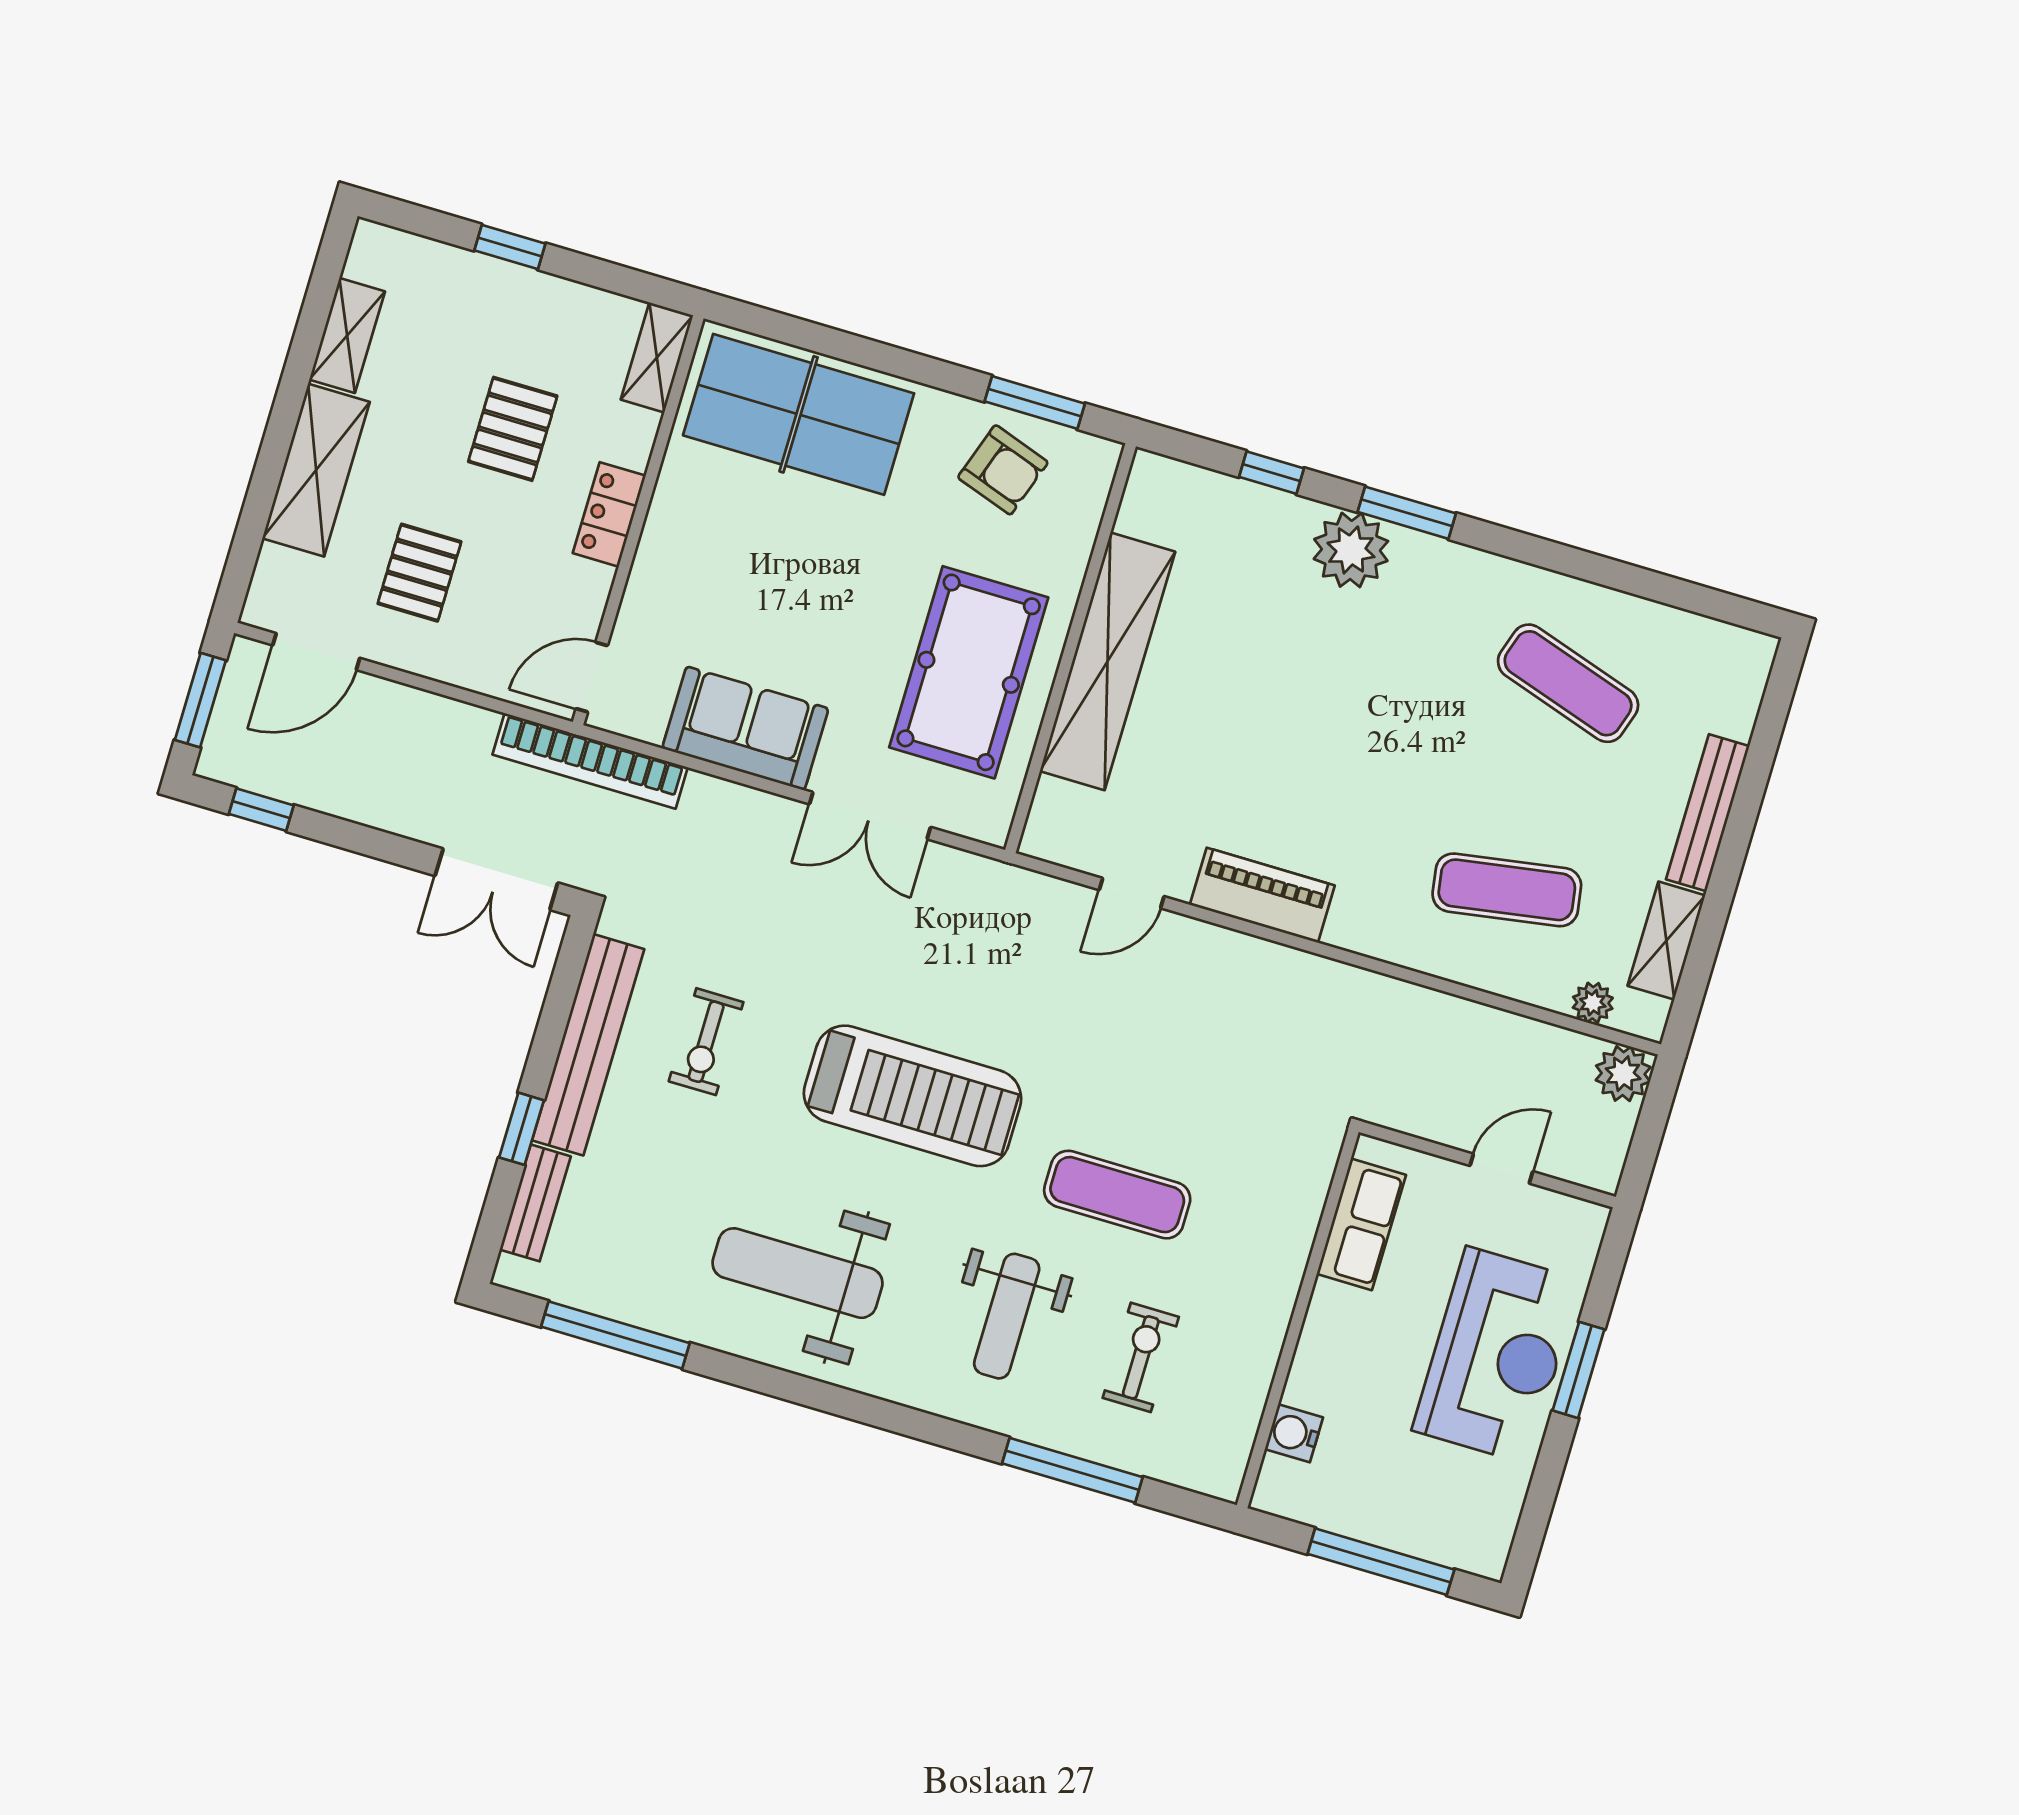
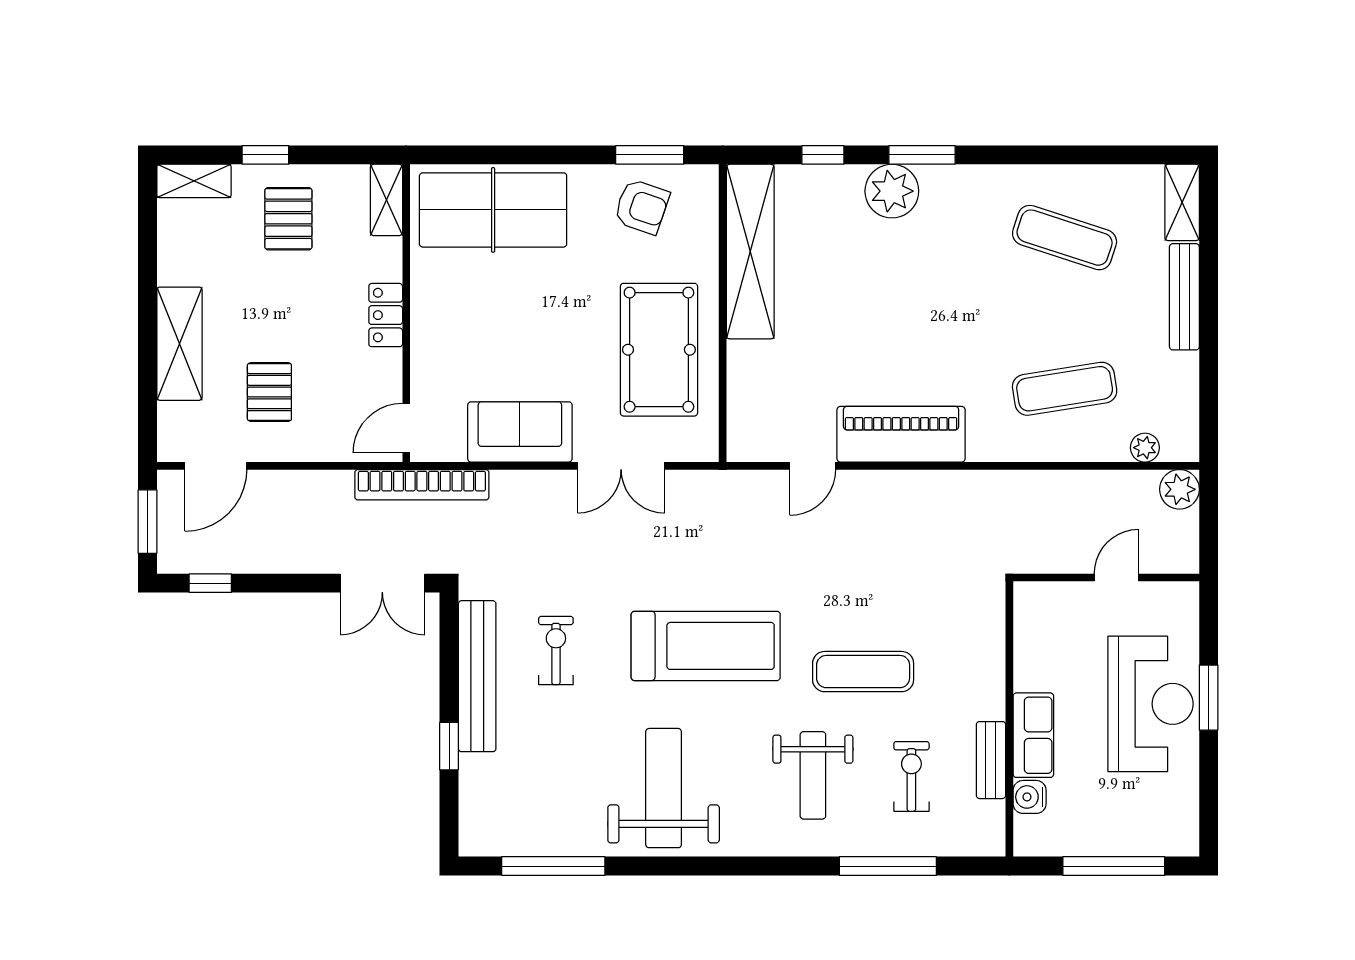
shelving: (347, 335) -> (194, 181), moved, turned 90
pallet: (513, 429) -> (288, 219), moved
shelving: (1107, 661) -> (750, 252), moved
piano: (1262, 895) -> (901, 434), width x1.37, depth x1.33
shelving: (1666, 941) -> (1182, 202), moved
exercise bike: (706, 1042) -> (556, 651), turned 180
bench: (535, 1203) -> (991, 760), moved
row of seats: (1361, 1224) -> (1033, 735), moved
weight bench: (797, 1273) -> (664, 788), turned 90

